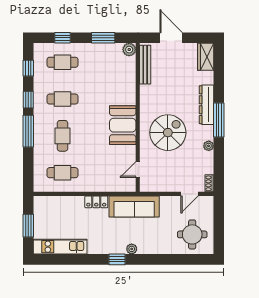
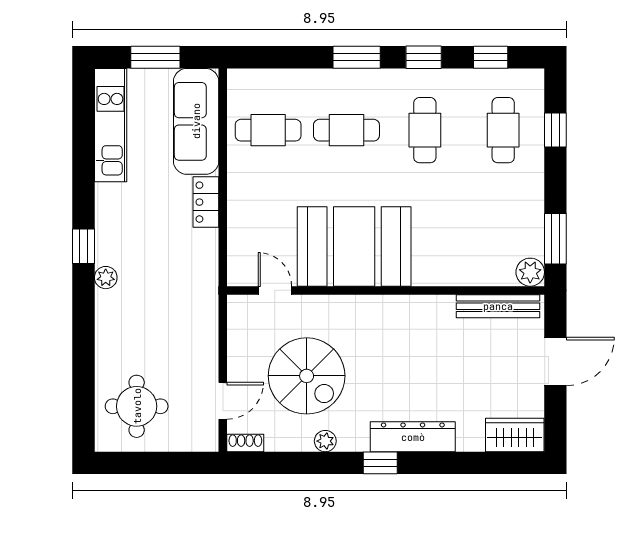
window: (103, 38) -> (555, 239), moved
window: (219, 120) -> (380, 463), width x0.46
booth: (123, 125) -> (354, 246), width x1.36, depth x1.42
window: (28, 131) -> (357, 57), width x0.69
spiral stairs: (168, 133) -> (307, 376), moved
cafe table: (62, 173) -> (268, 130), turned 90
door: (190, 194) -> (223, 401), swing flipped
sofa: (134, 206) -> (196, 121), moved

